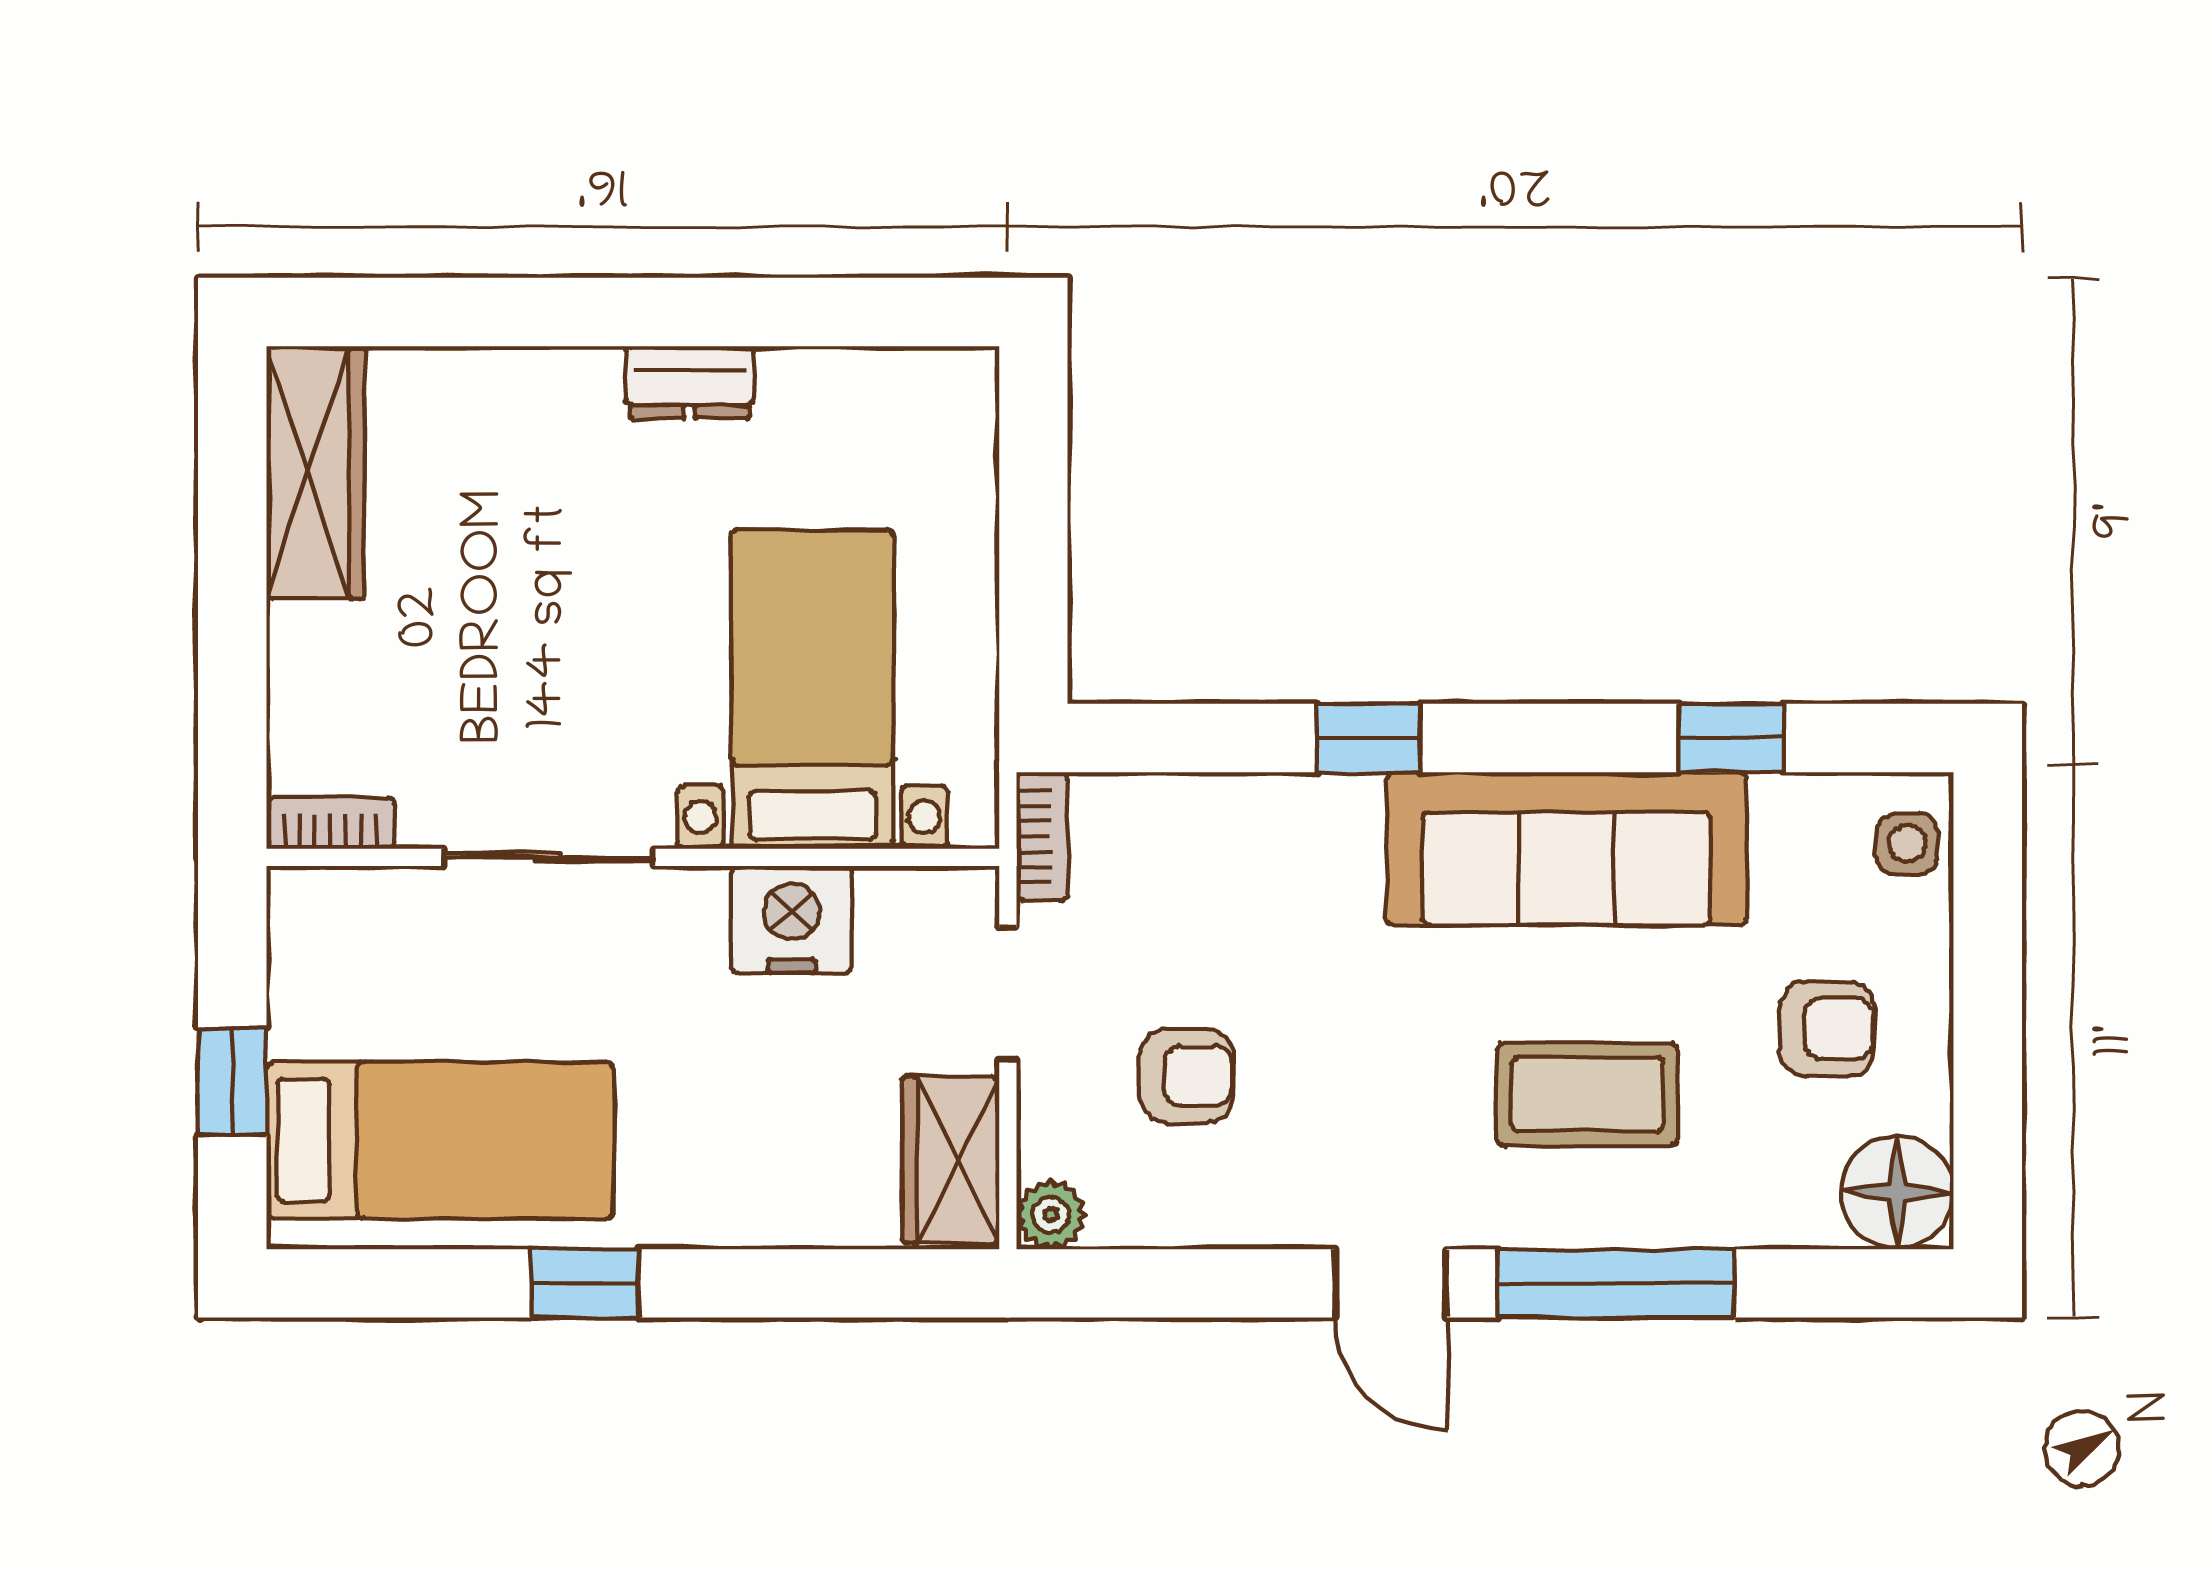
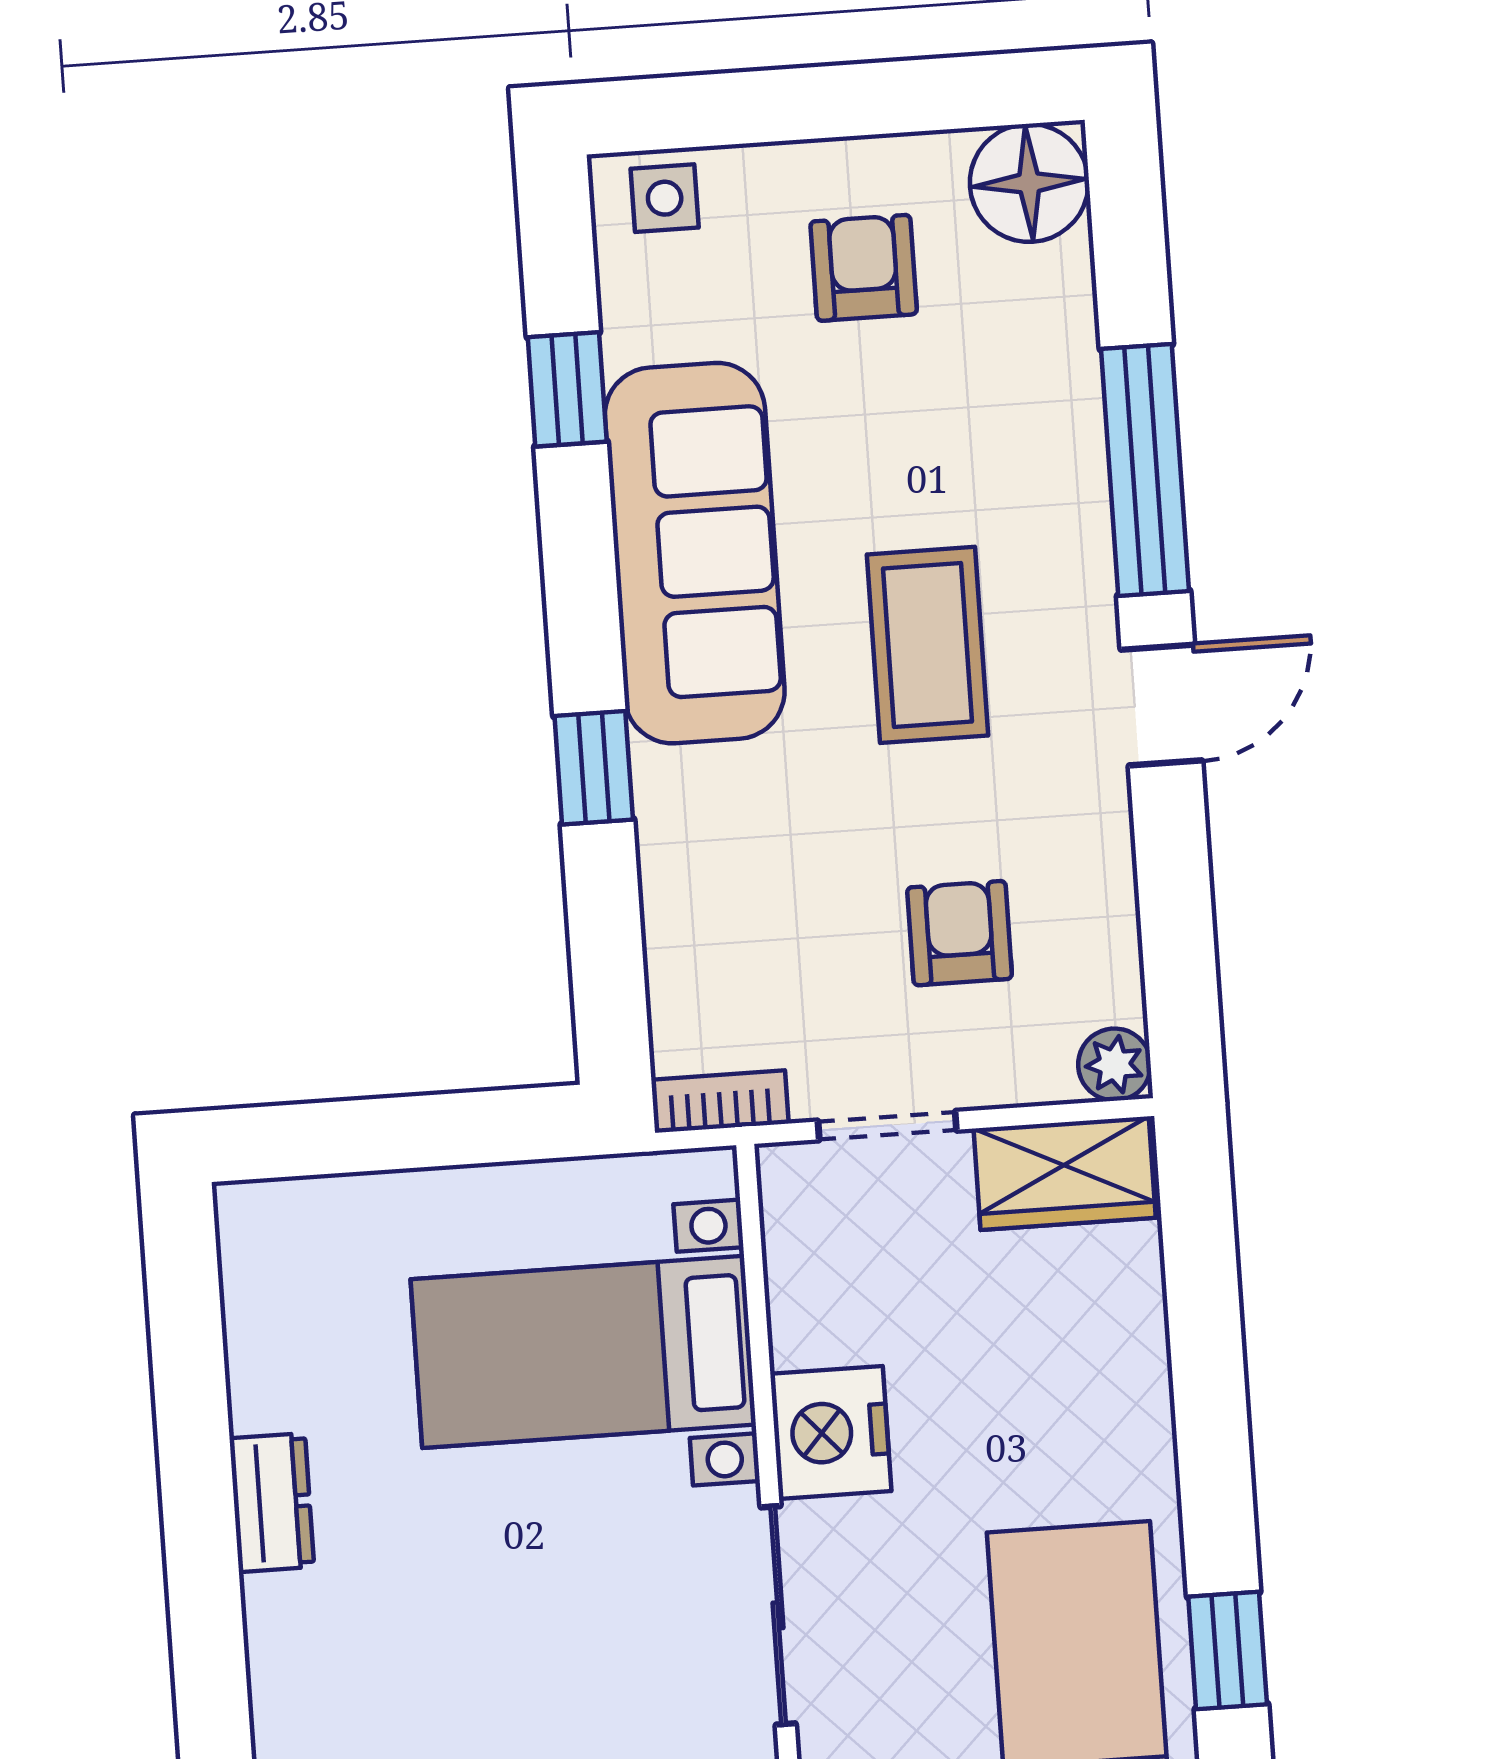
nightstand: (792, 920) -> (831, 1432), moved
coffee table: (1587, 1094) -> (928, 645), moved
window: (585, 1283) -> (1228, 1650), moved

